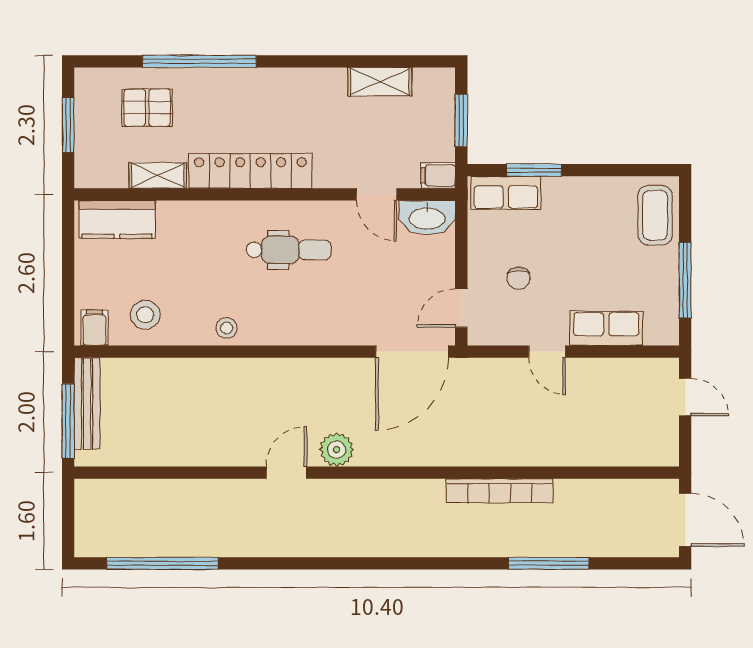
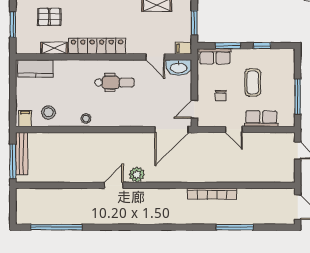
window: (608, 170) -> (262, 46), added
coffee table: (655, 215) -> (253, 82), moved

